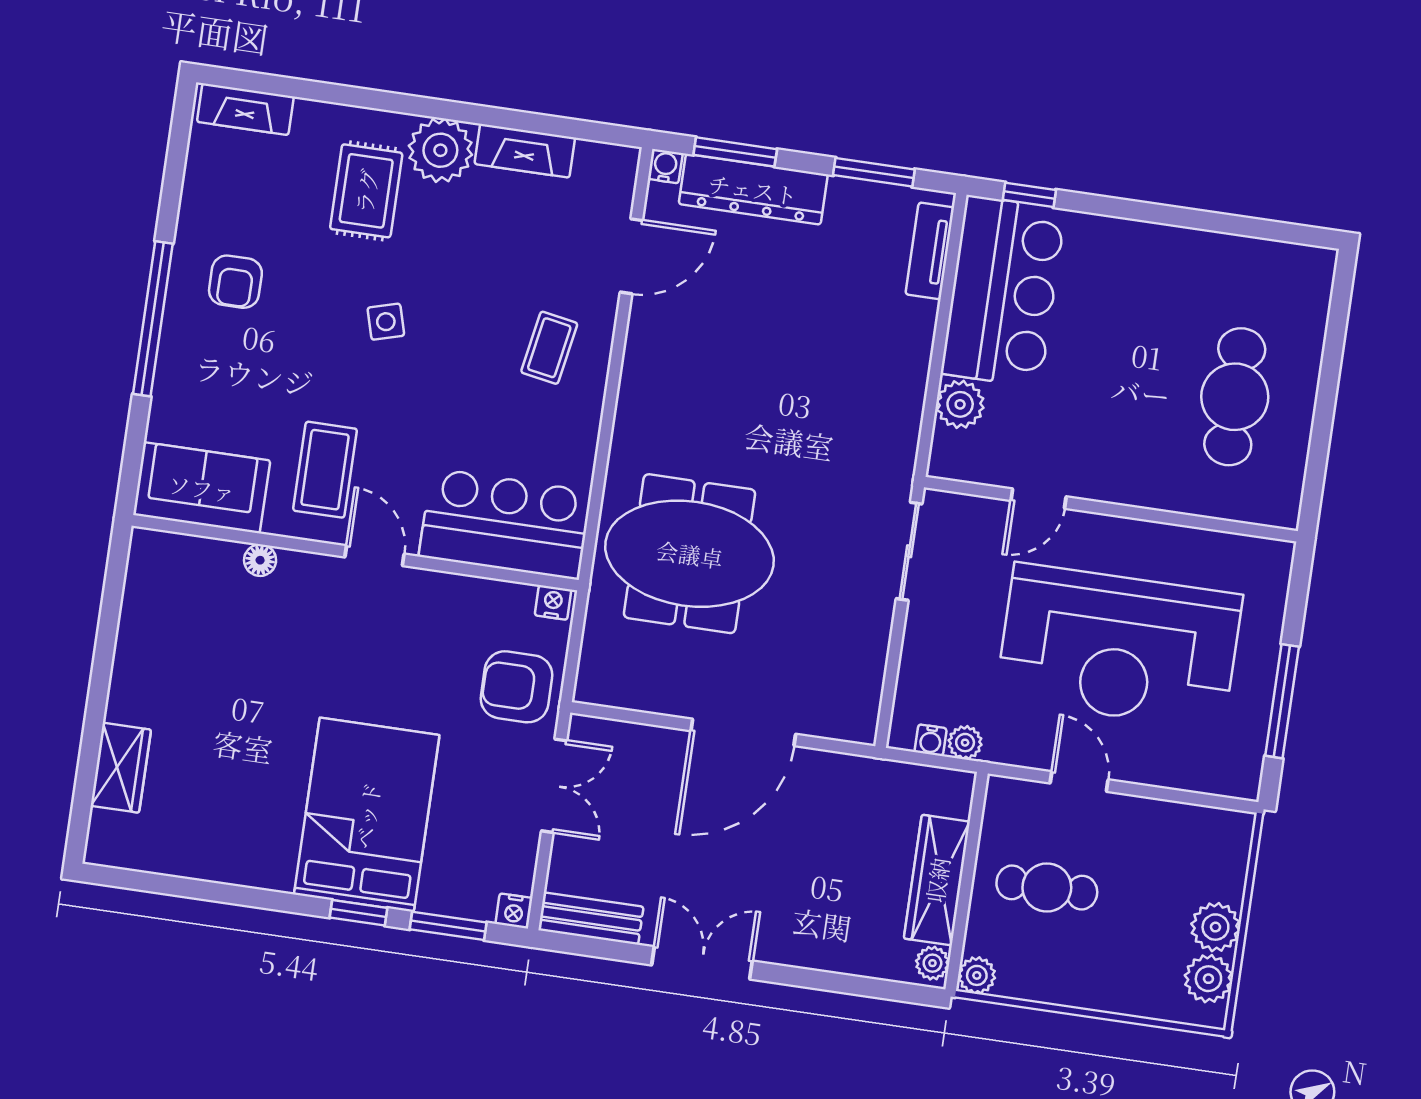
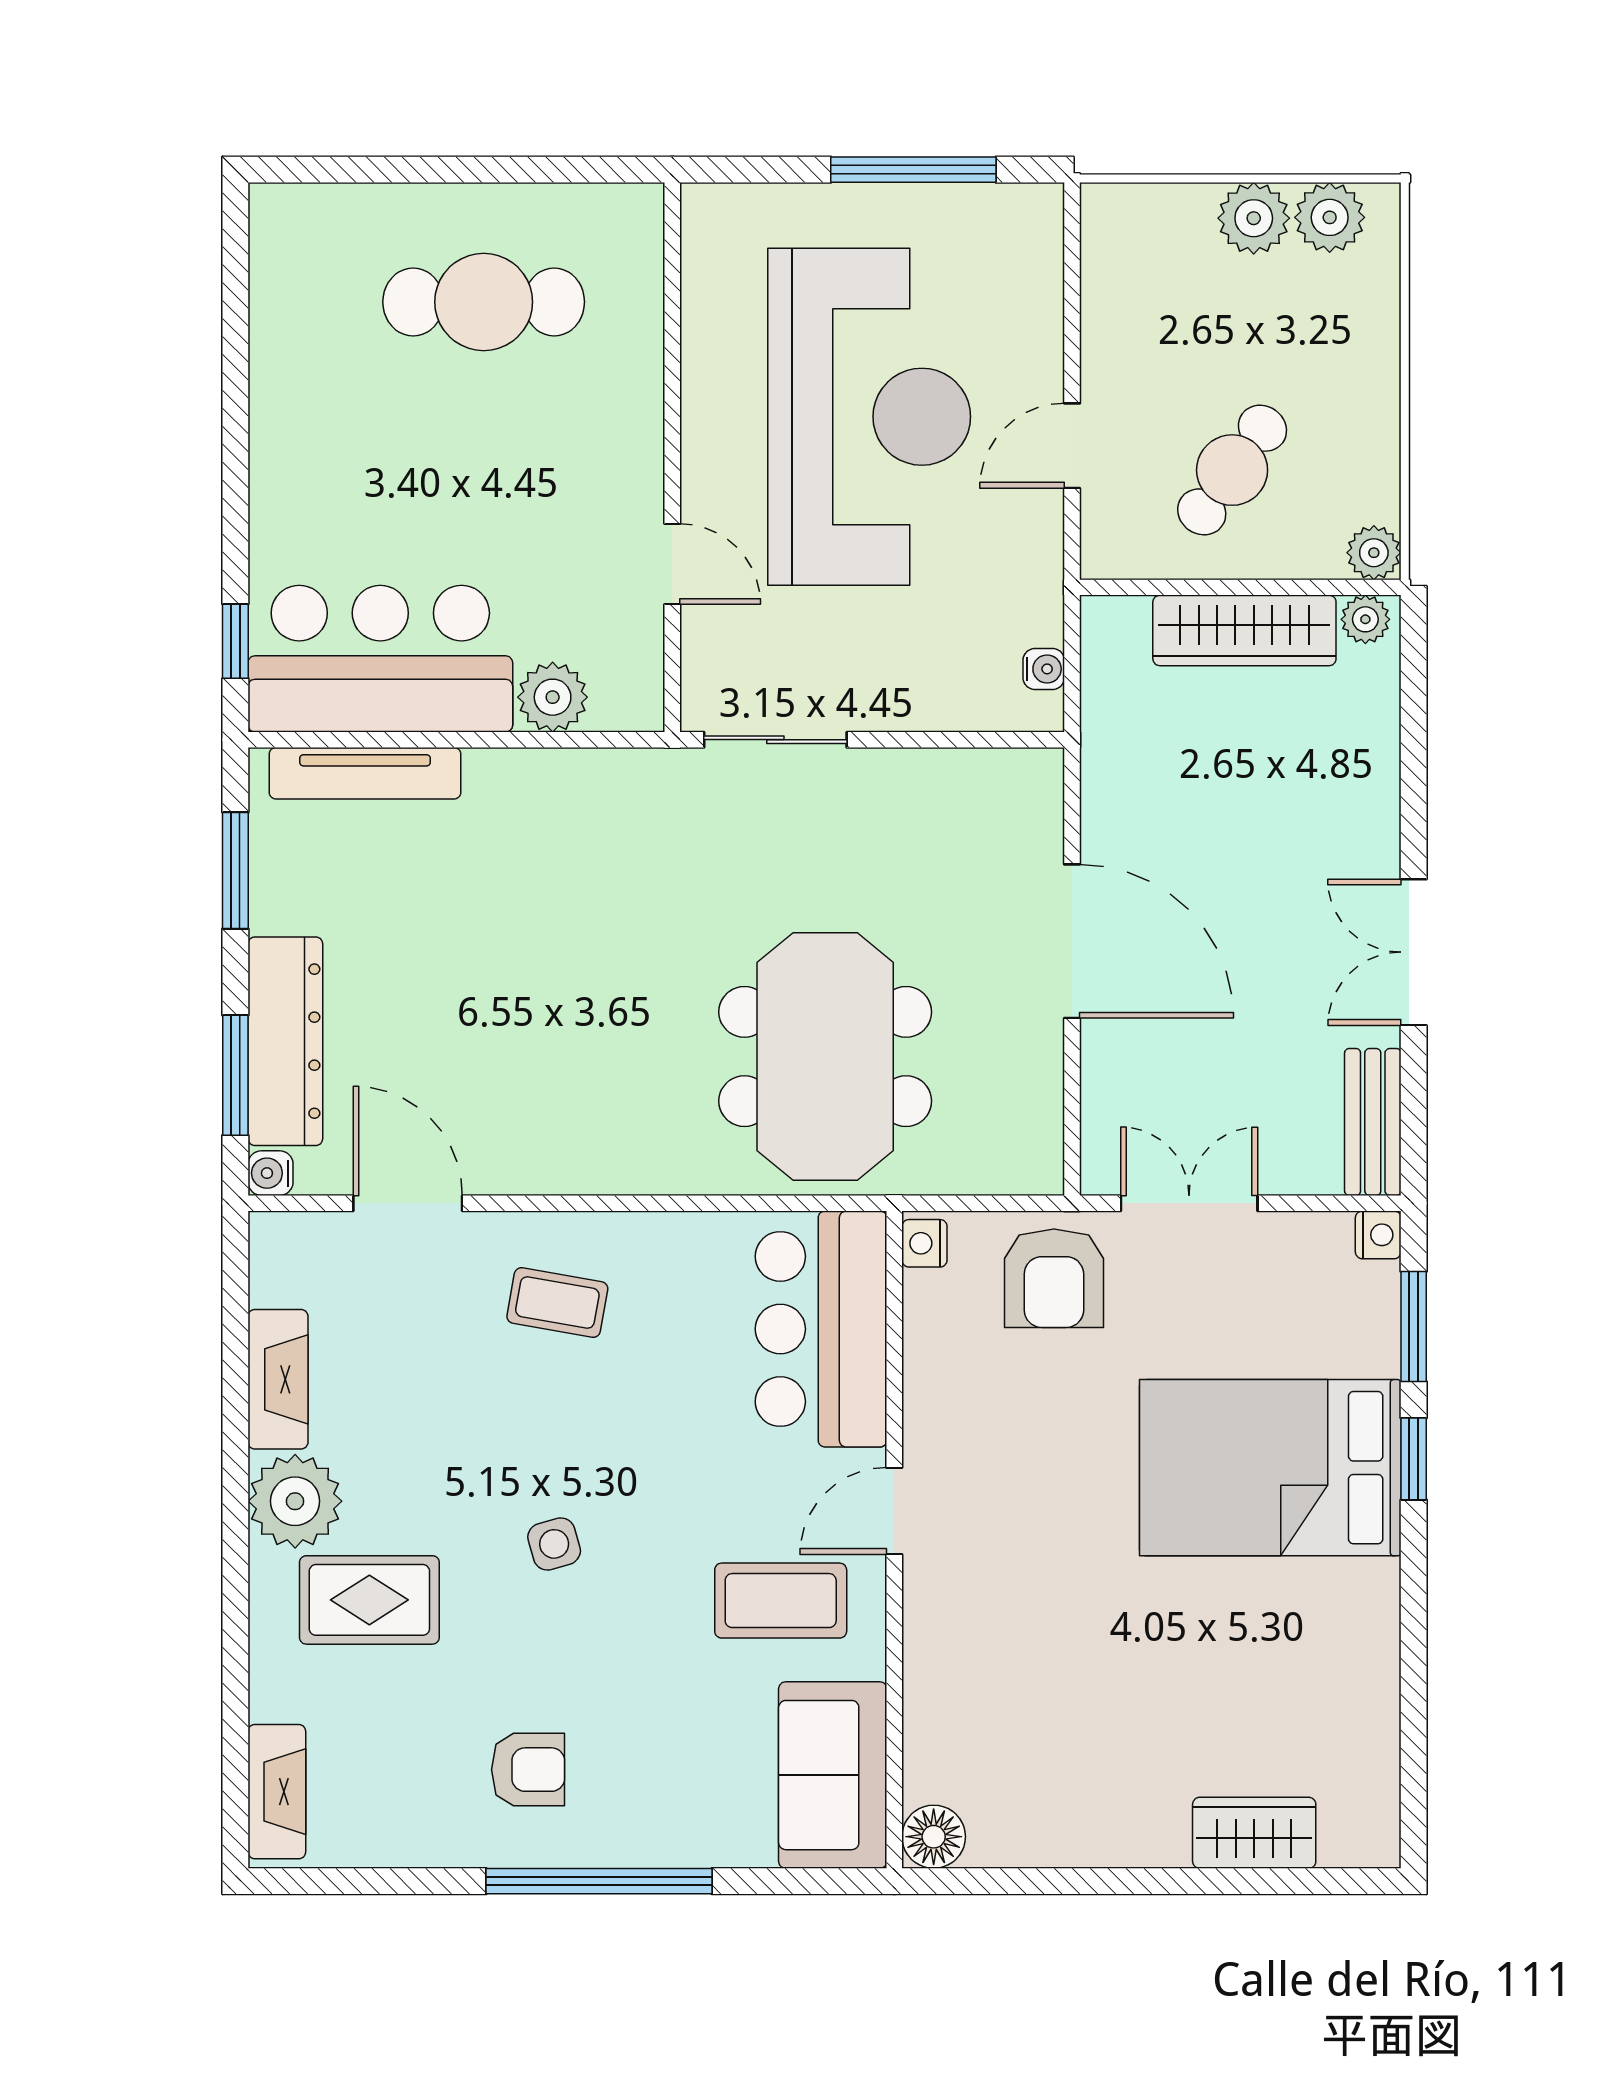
tv unit: (930, 251) -> (365, 773), width x1.41
floor lamp: (260, 560) -> (934, 1837), moved, width x1.37, depth x1.37
plant: (965, 743) -> (1040, 619), removed
cafe table: (1047, 888) -> (1232, 470), turned 36

